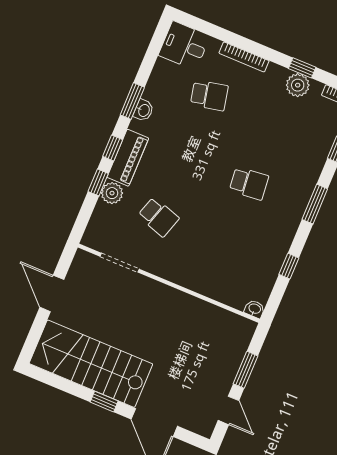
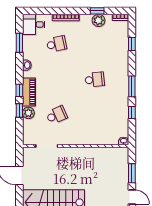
window: (132, 101) -> (19, 43), moved
window: (315, 204) -> (132, 86), moved
school desk: (158, 217) -> (57, 115), turned -42

